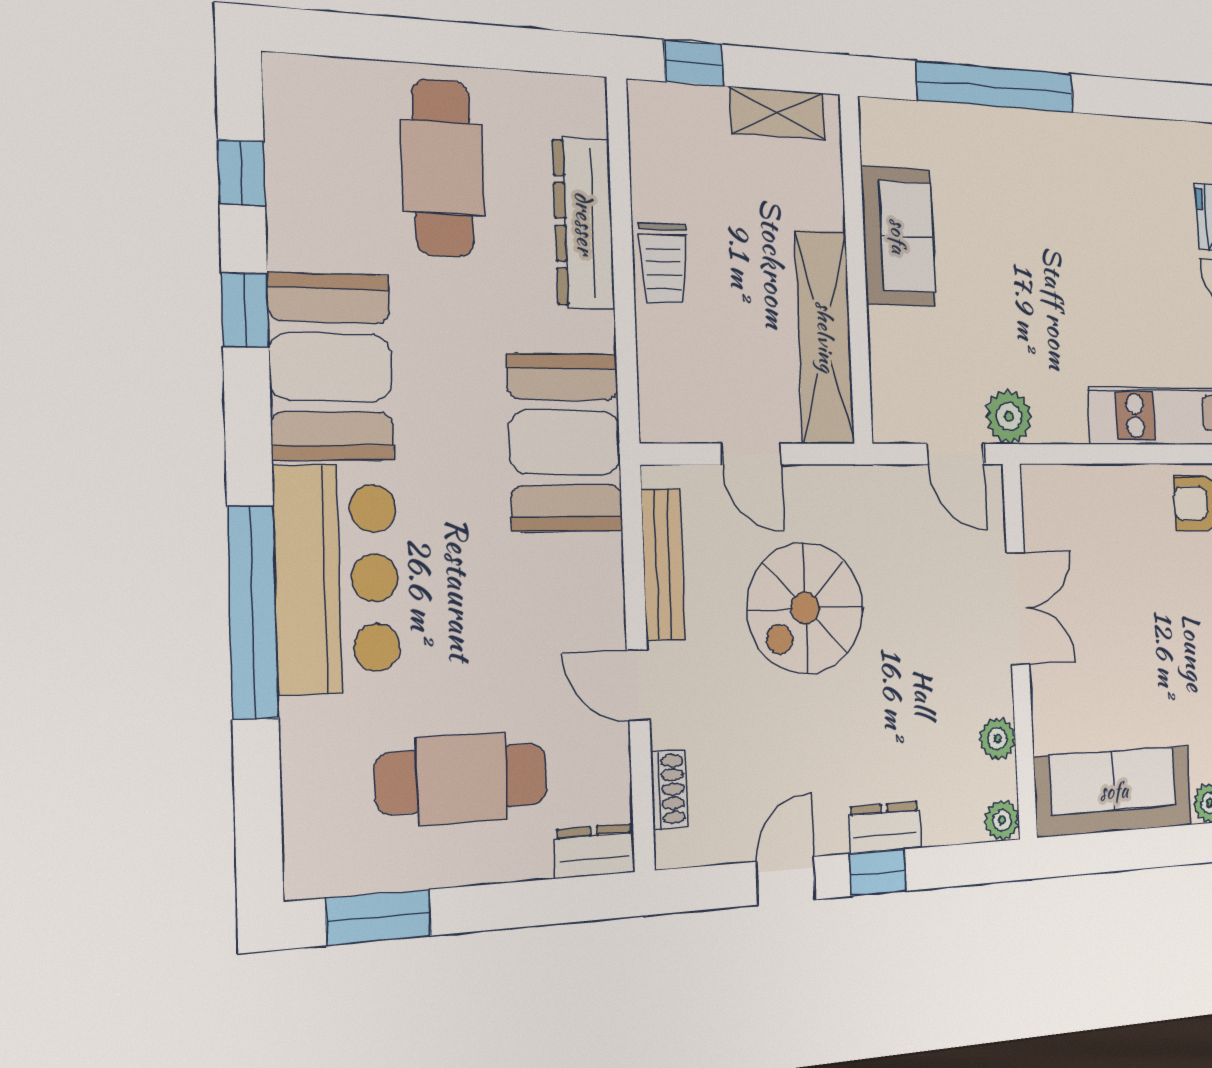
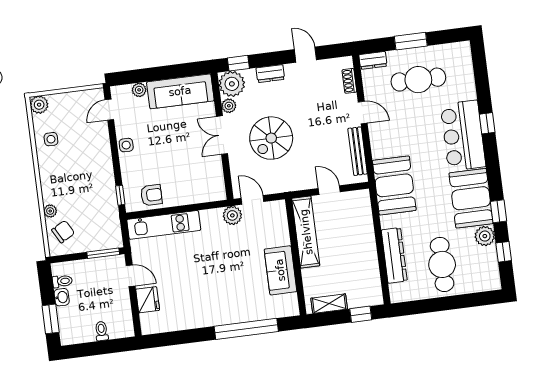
plant: (298, 235) -> (485, 236), added
trolley: (663, 263) -> (366, 247), removed
spiral stairs: (805, 608) -> (271, 138), moved, turned 180
double door: (1018, 608) -> (222, 135), moved
window: (253, 612) -> (487, 123), width x0.32
plant: (1002, 820) -> (232, 84), width x1.88, depth x1.88
window: (878, 872) -> (238, 63), moved
door: (786, 881) -> (305, 55), swing flipped
window: (379, 917) -> (411, 41), moved

